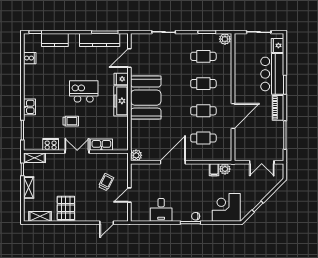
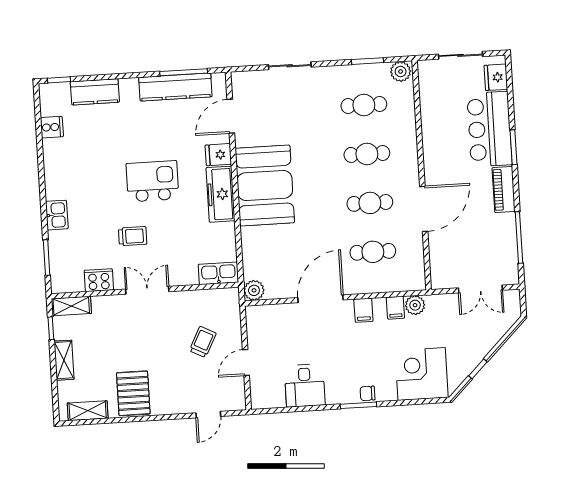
kitchen sink: (101, 145) -> (218, 273), moved
filing cabinet: (196, 170) -> (363, 310), added

